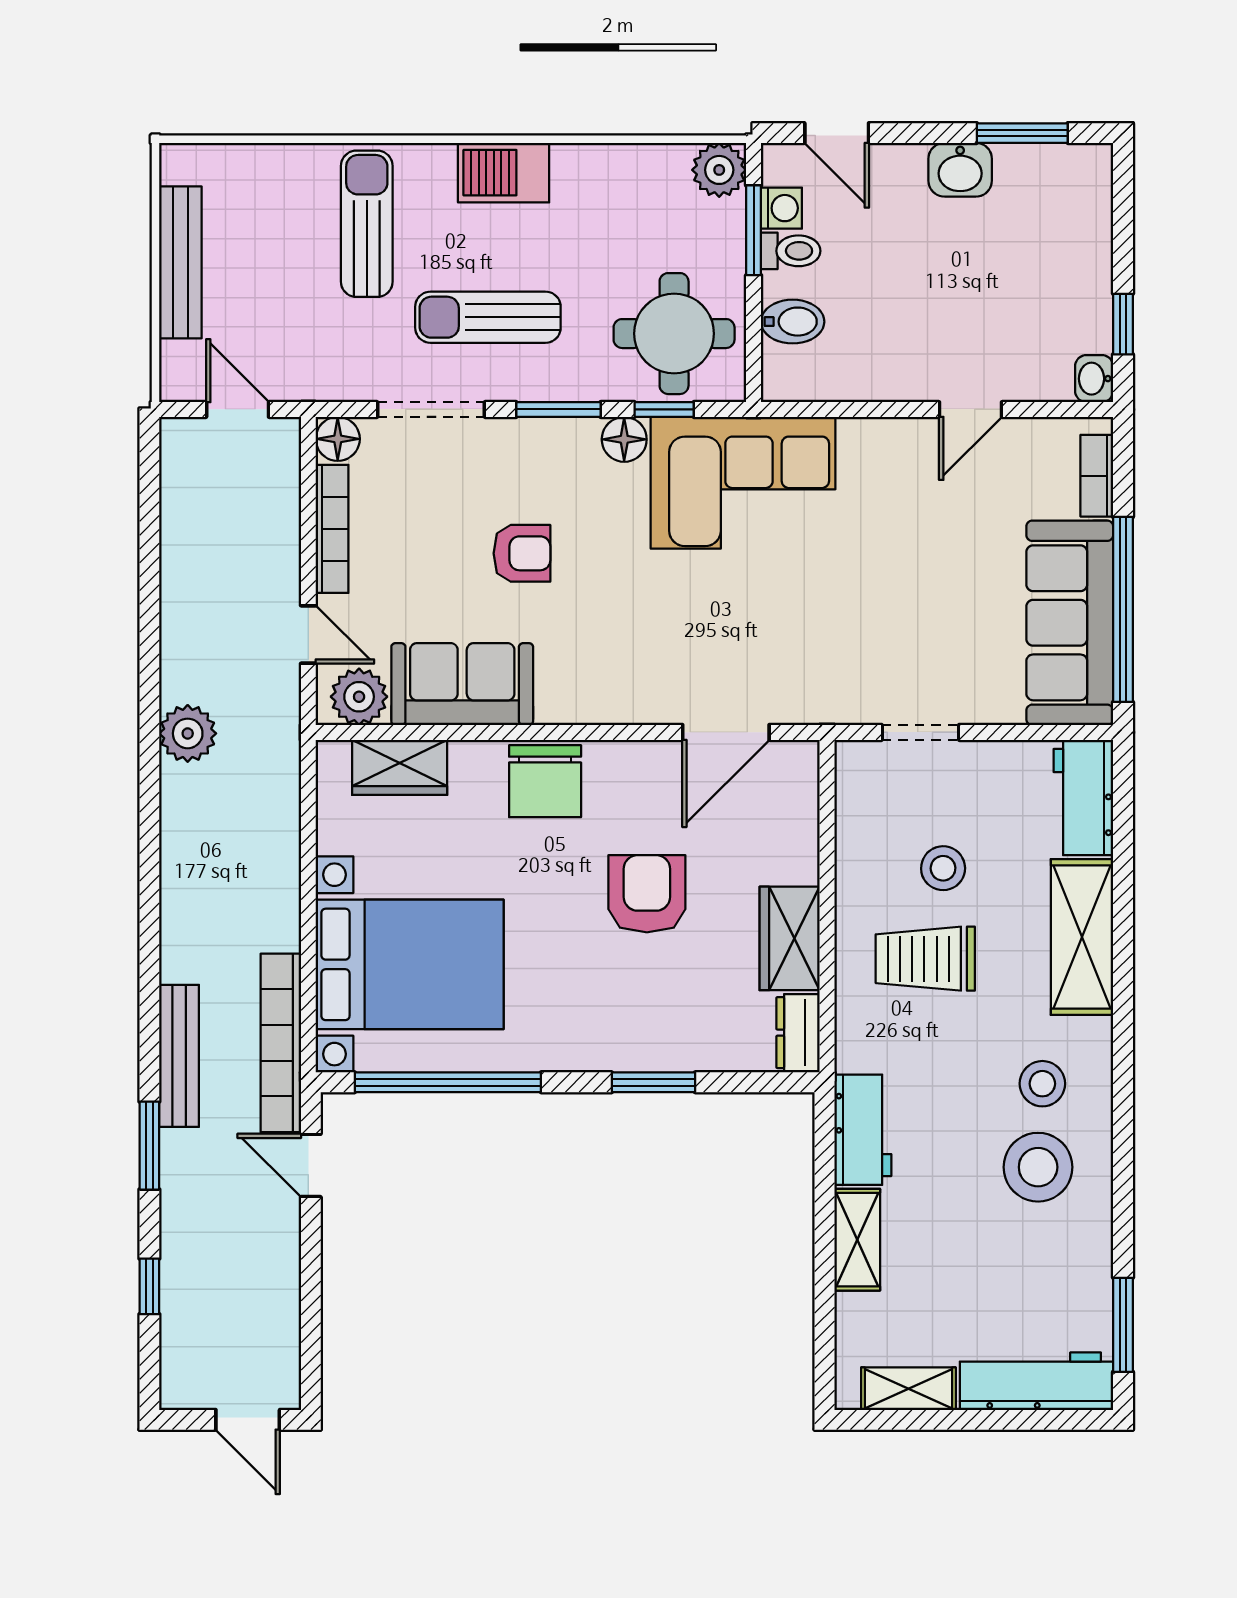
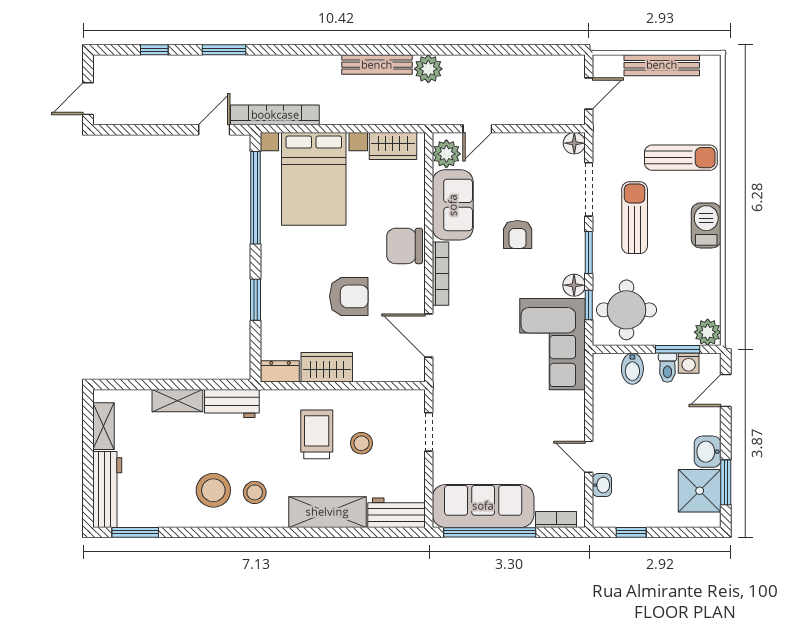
shower: (1039, 186) -> (700, 491), added
washbasin: (1094, 379) -> (602, 485), moved, turned 90
bookcase: (332, 529) -> (441, 274), moved, turned -90
wardrobe: (400, 767) -> (393, 146), moved, turned -90
bench: (179, 1056) -> (377, 65), moved

